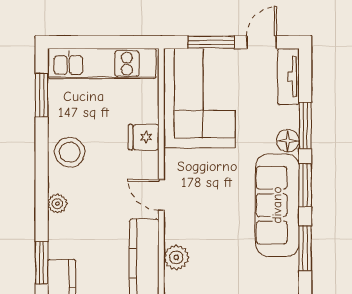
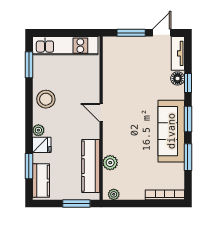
corner sofa: (199, 98) -> (124, 67), removed
window: (305, 125) -> (188, 83), width x0.67
fridge: (144, 137) -> (42, 145), moved, turned 180
floor lamp: (288, 141) -> (178, 78), moved
door: (161, 195) -> (101, 113), moved

